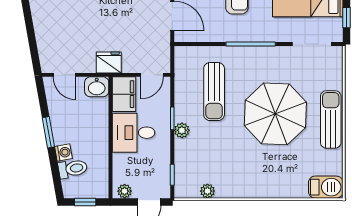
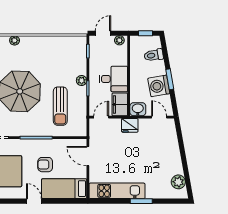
sun lounger: (214, 92) -> (60, 106), turned 180
washing machine: (63, 152) -> (159, 86), moved, width x1.89, depth x1.89
plant: (207, 191) -> (15, 40), moved

